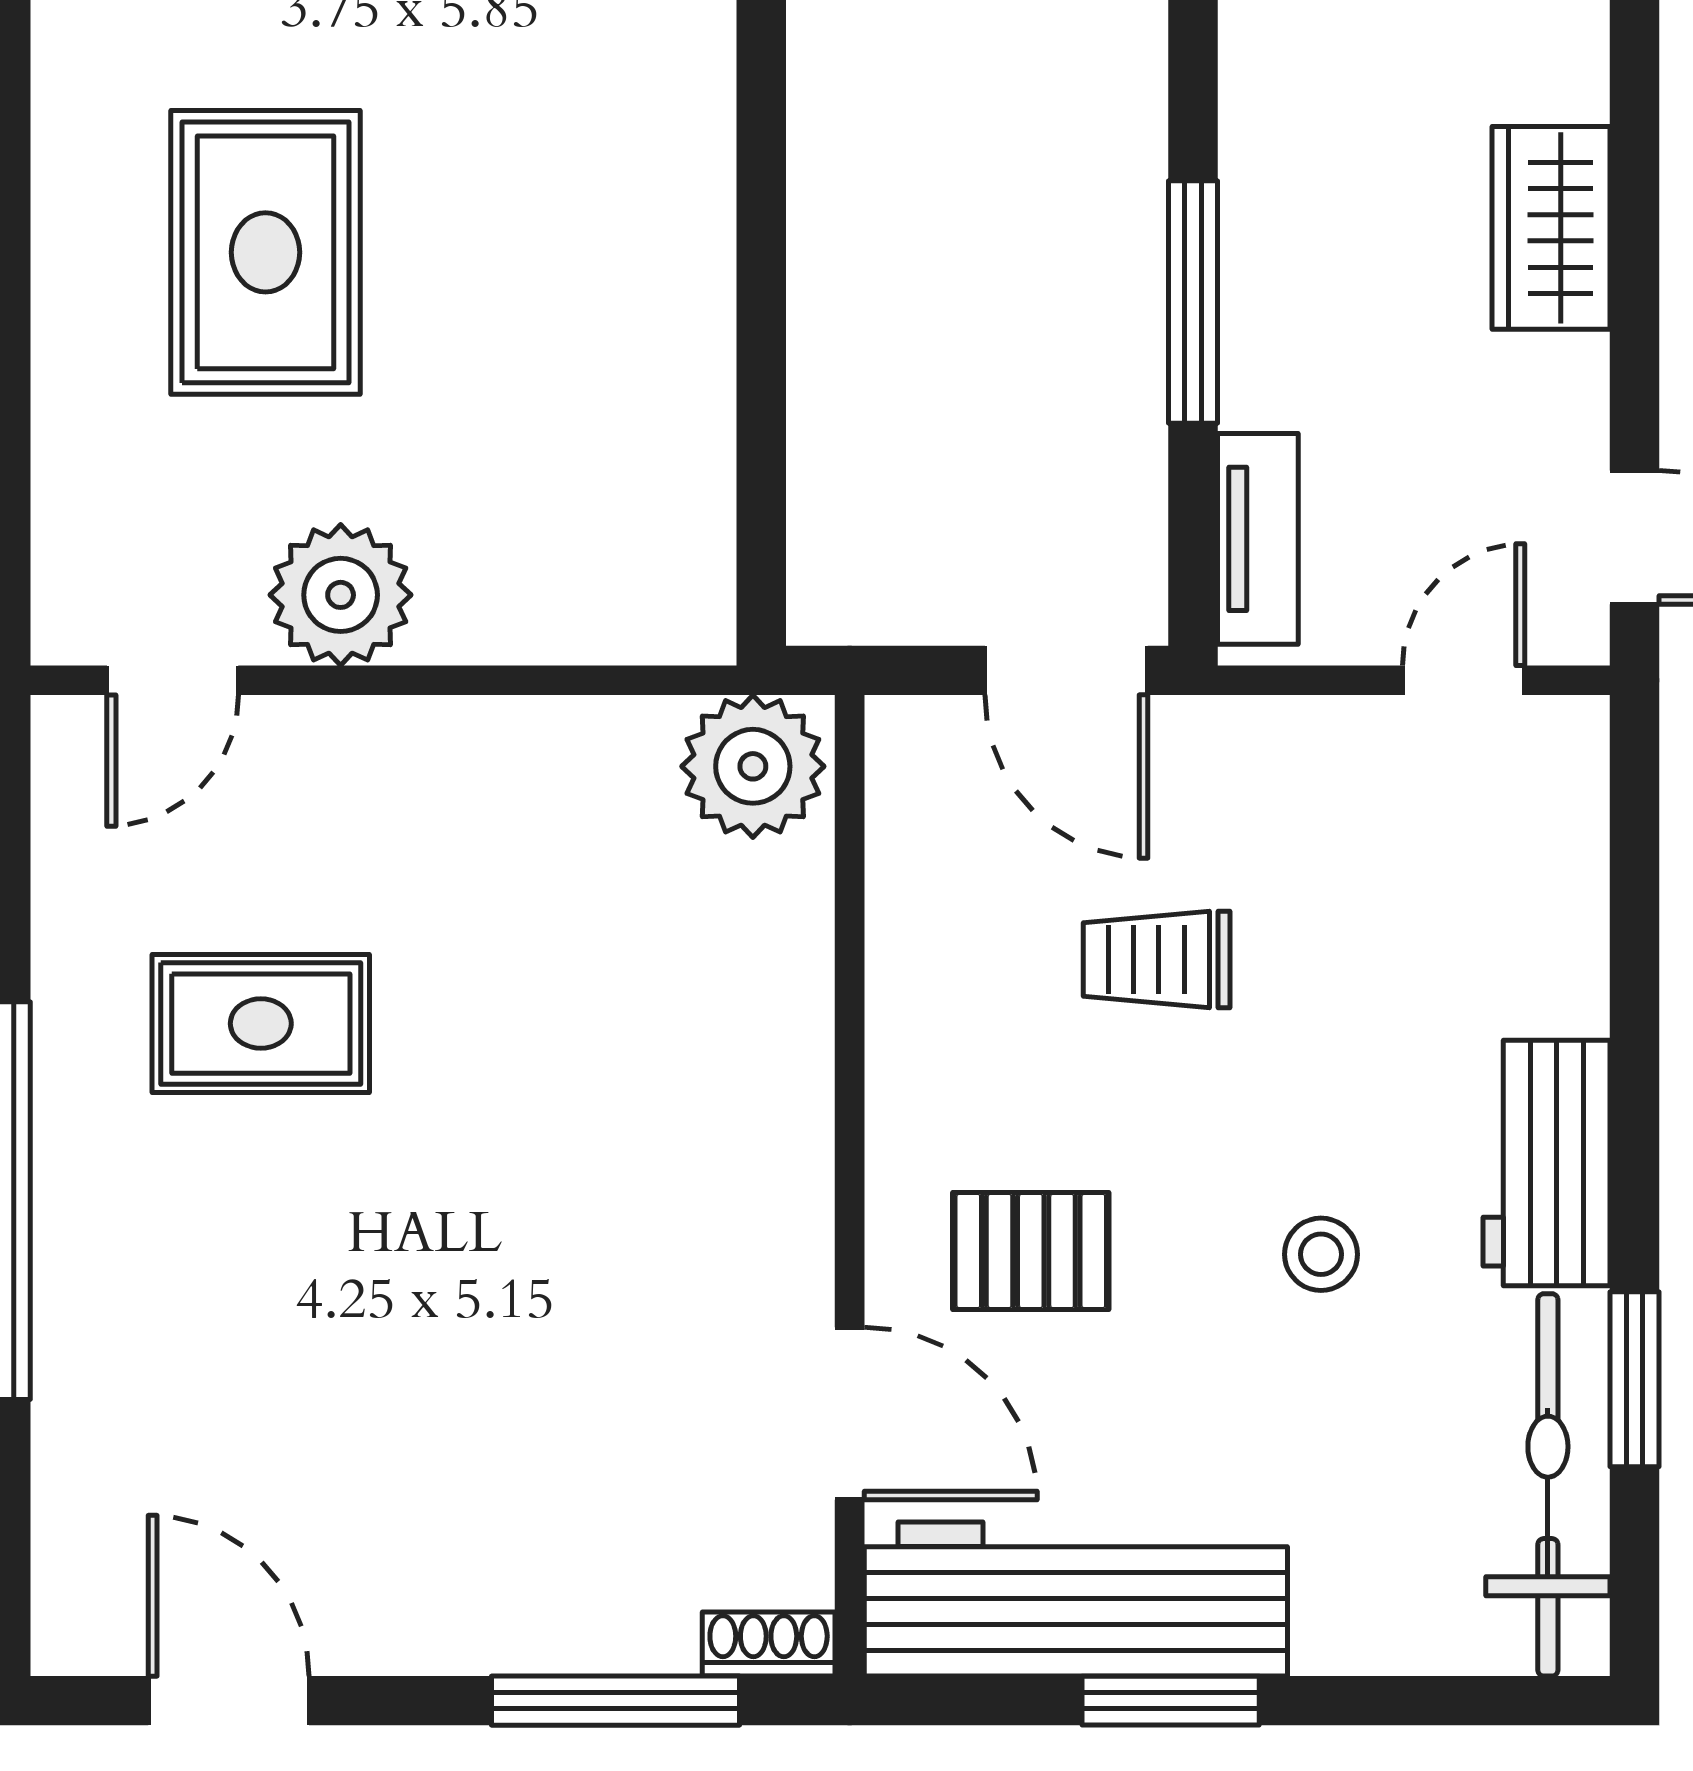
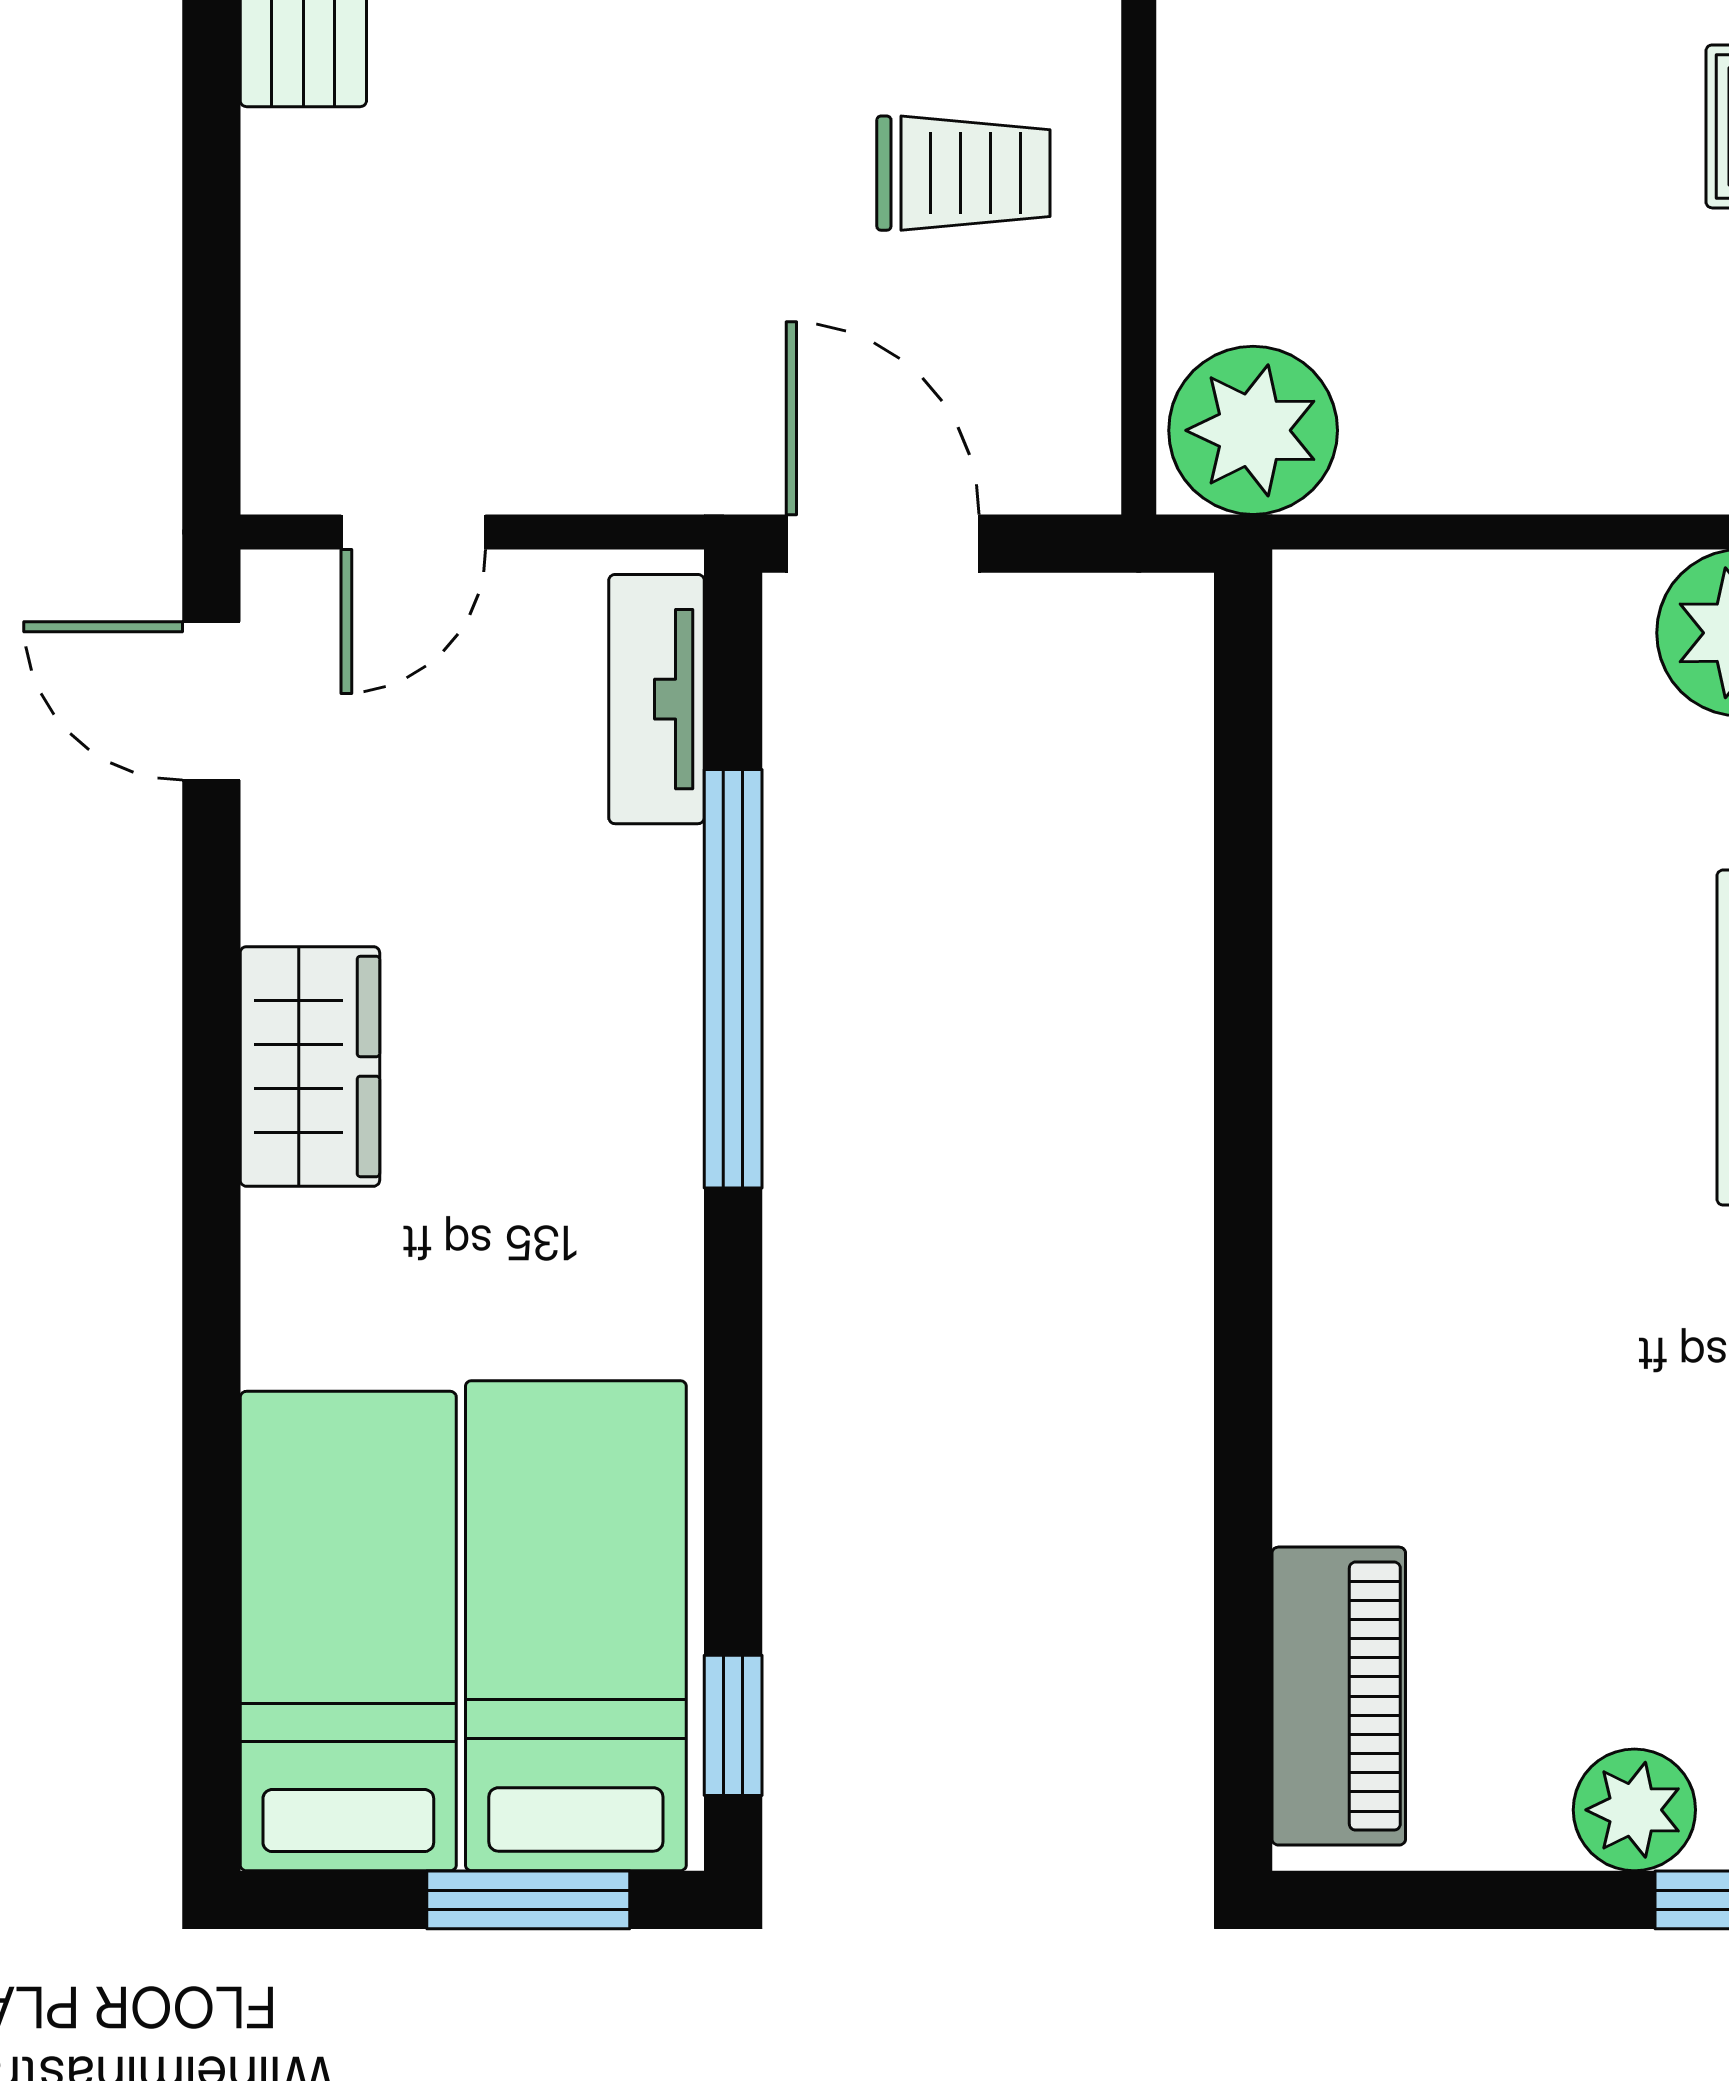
window: (1193, 302) -> (733, 979), width x1.46
trolley: (1157, 960) -> (963, 173), moved

